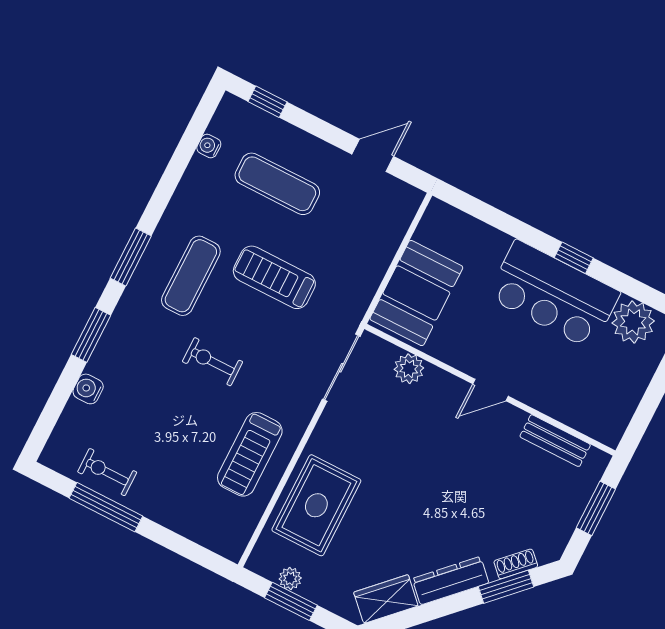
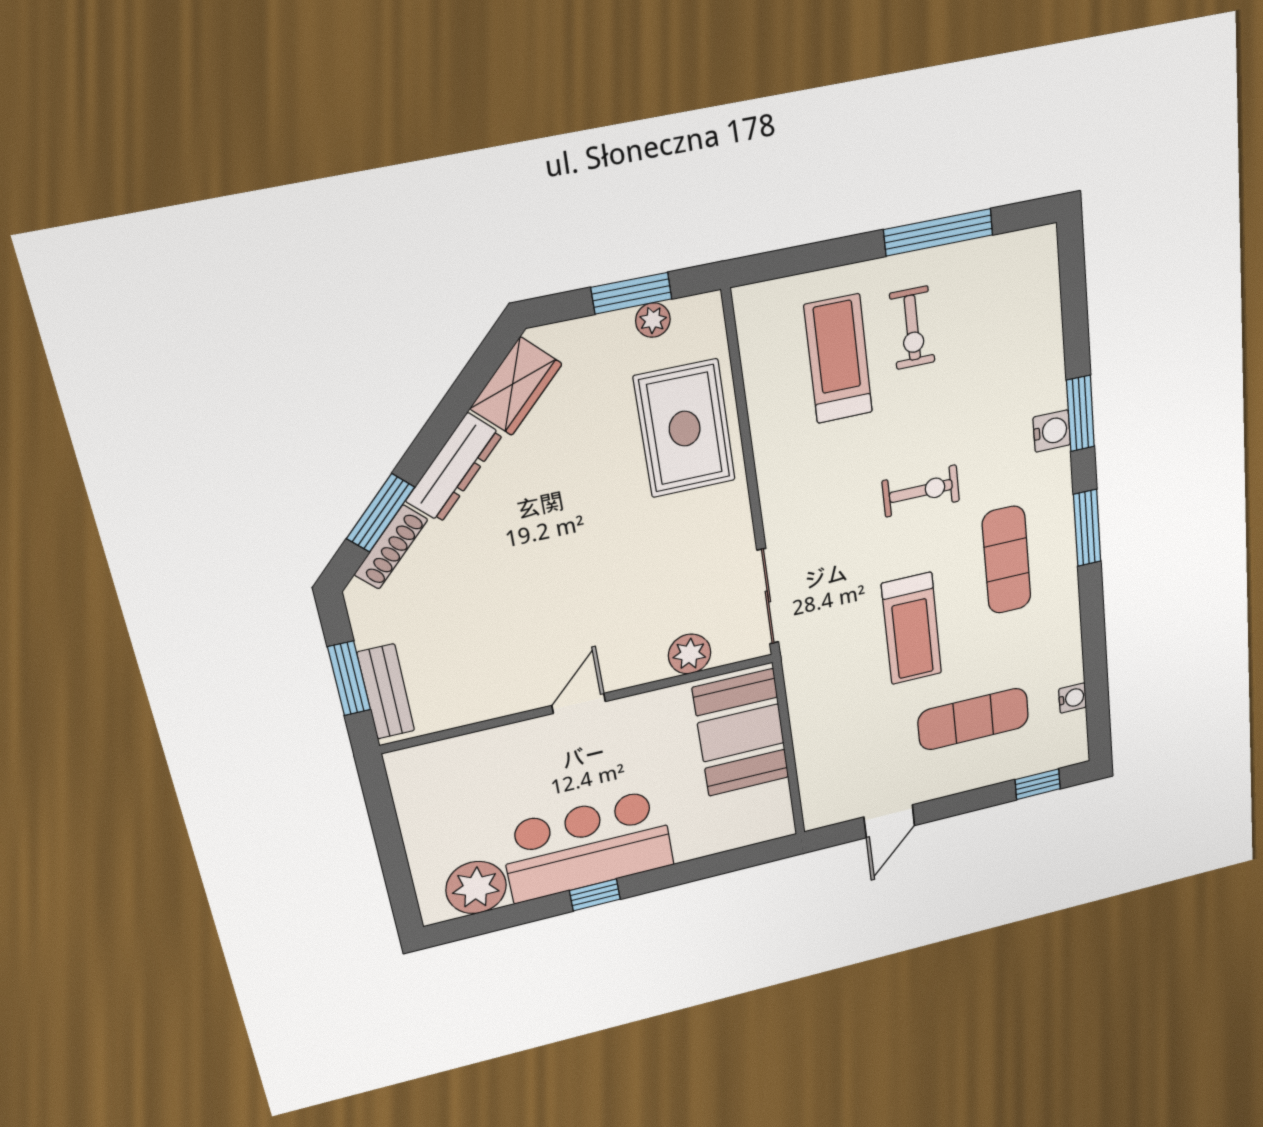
treadmill: (274, 277) -> (912, 629), turned 90
water cooler: (88, 389) -> (1052, 431), moved
bench: (555, 441) -> (386, 692), moved, turned 90
treadmill: (250, 454) -> (838, 359), moved
exercise bike: (107, 472) -> (912, 328), moved, turned 90
shoe rack: (516, 564) -> (391, 547), width x1.43

